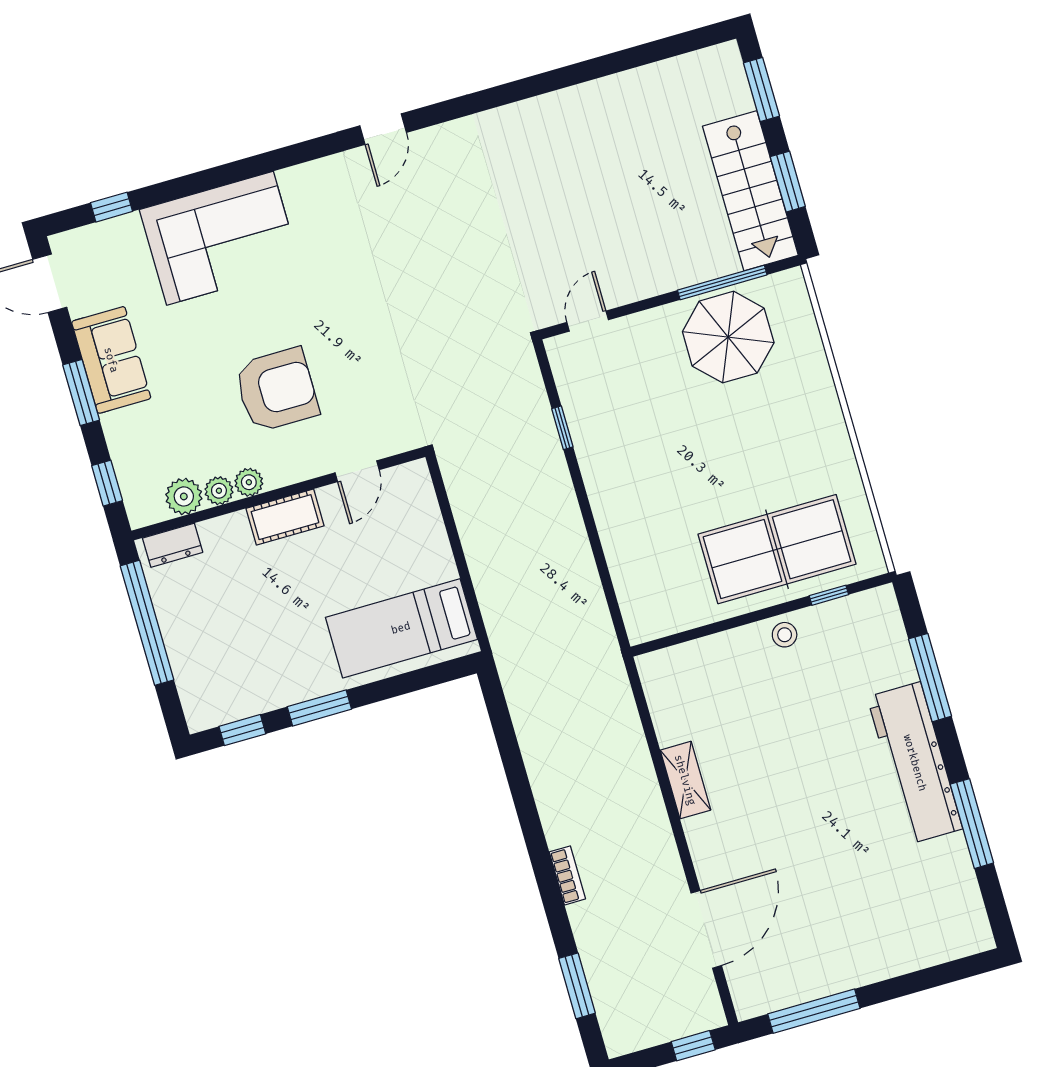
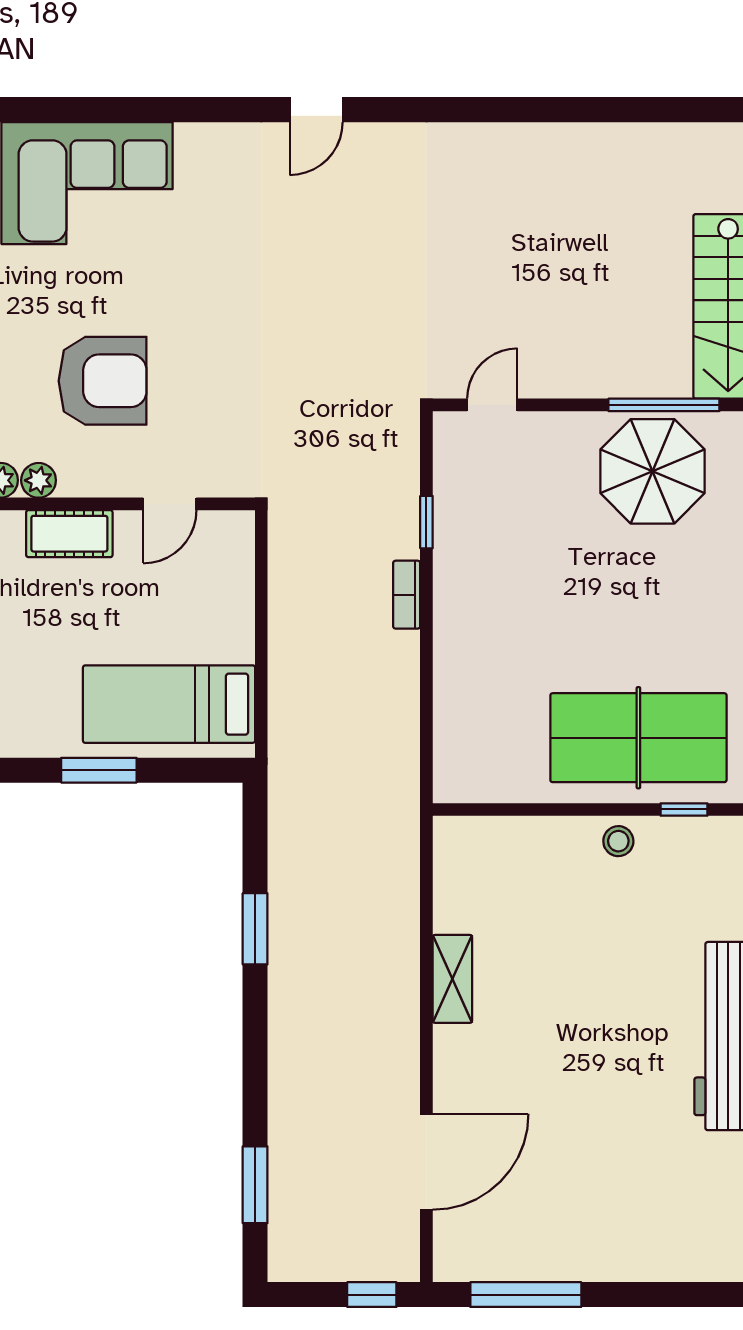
window: (319, 708) -> (99, 770), moved
window: (519, 785) -> (255, 929), added
bookcase: (567, 875) -> (407, 595), moved, turned 180

